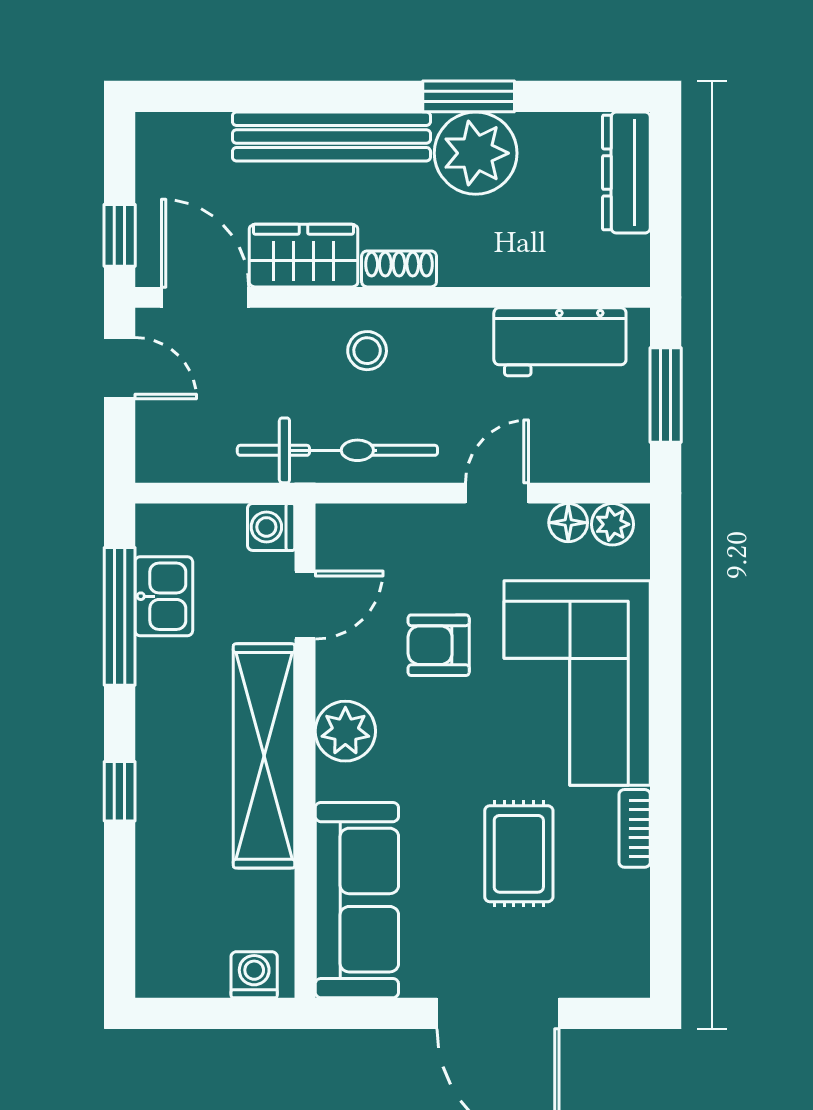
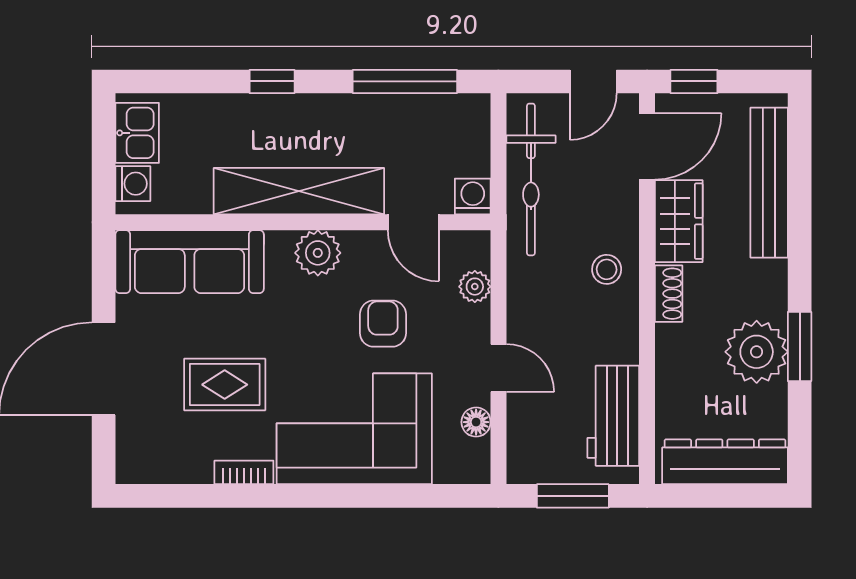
bench: (331, 136) -> (769, 183), moved
dresser: (626, 172) -> (725, 462), width x1.37, depth x1.24
bicycle: (337, 450) -> (531, 179), moved
plant: (612, 524) -> (475, 287), moved
kitchen sink: (164, 596) -> (137, 133), moved, turned -90

